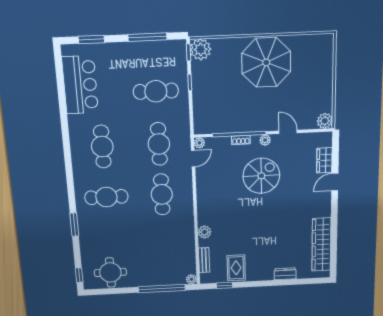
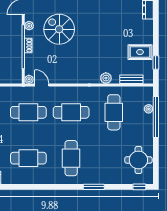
cafe table: (165, 243) -> (114, 112), added
plant: (191, 279) -> (149, 109), moved

